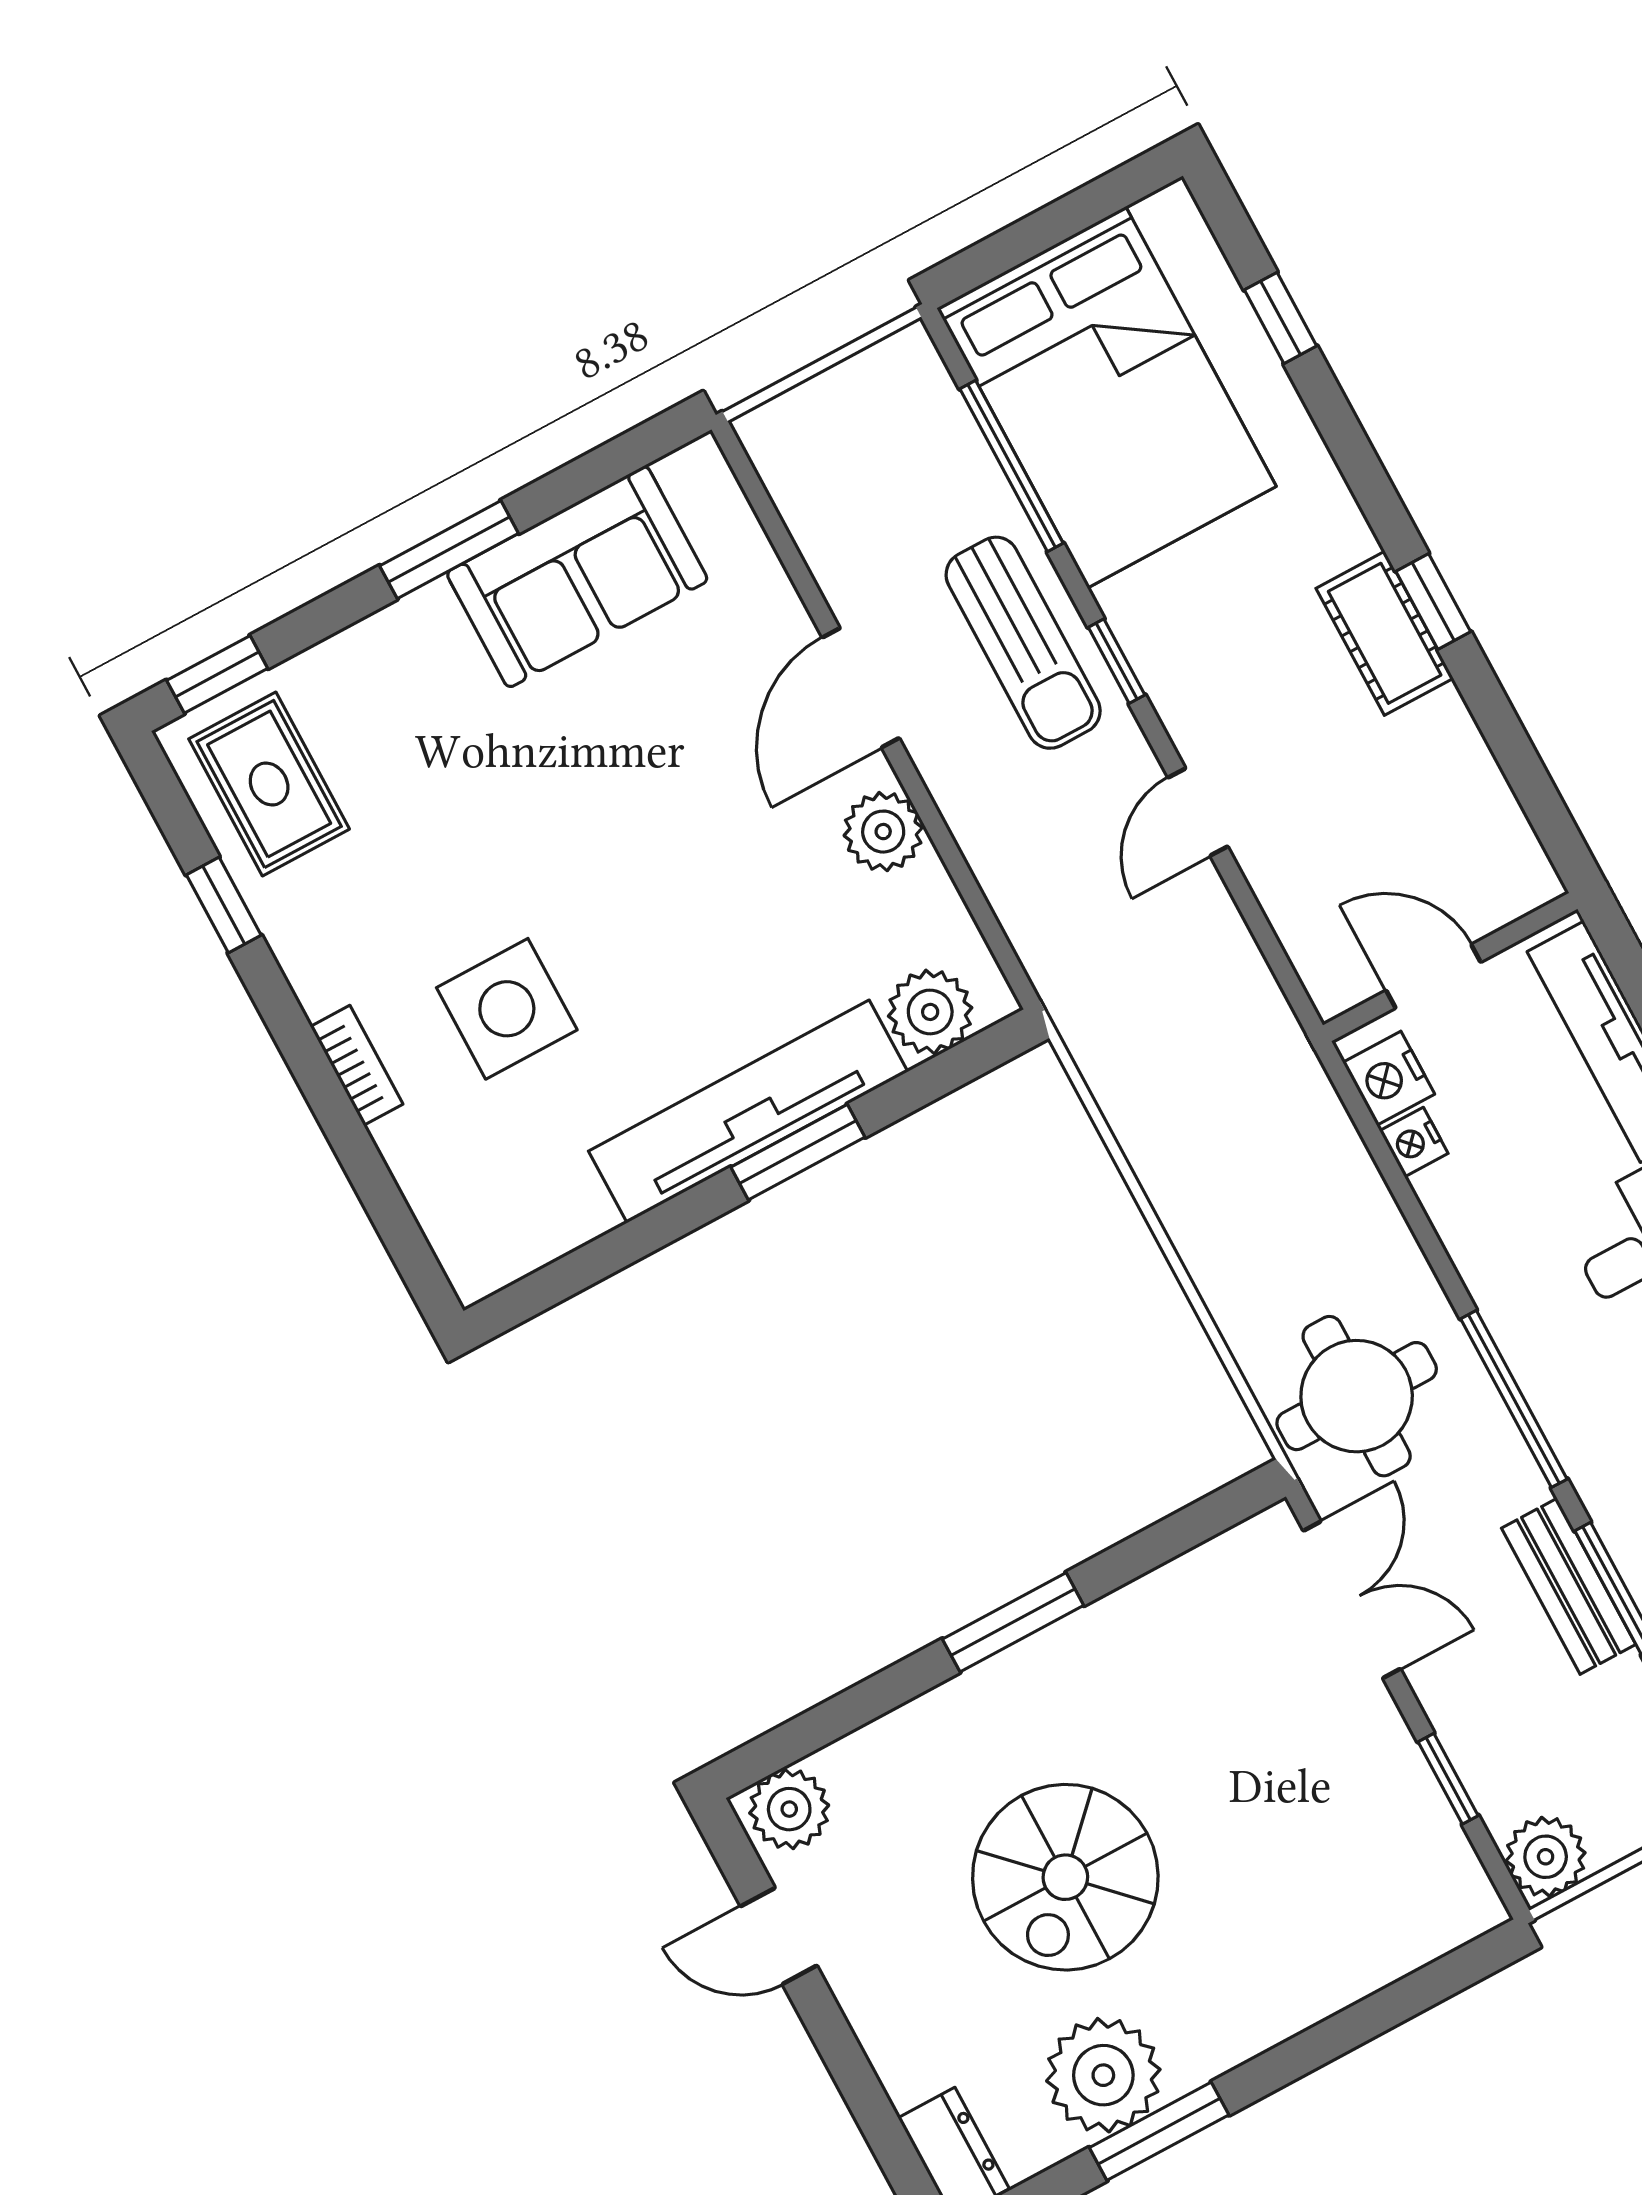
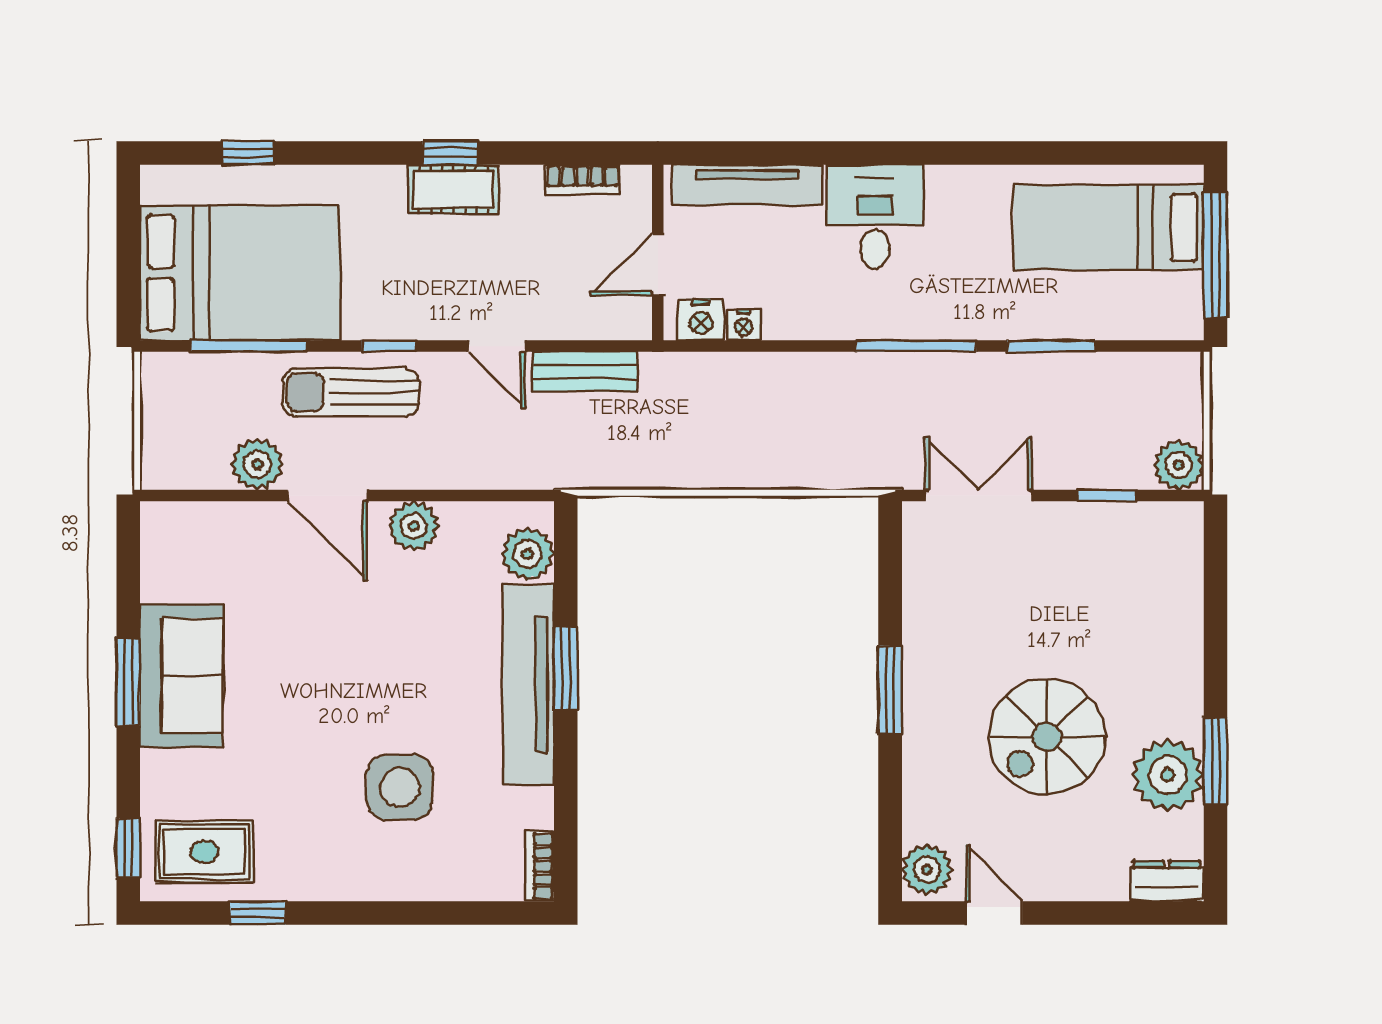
plant: (852, 566) -> (257, 464), added
sofa: (577, 577) -> (181, 676), moved
sun lounger: (1023, 643) -> (351, 392), turned 180
bookcase: (1495, 807) -> (582, 180), added
bookcase: (357, 1065) -> (540, 866), moved, turned -90
round table: (1357, 1396) -> (867, 432), removed
bench: (1569, 1586) -> (585, 372), moved
spiral stairs: (1065, 1877) -> (1047, 737), turned 90
door: (779, 1936) -> (994, 913), swing flipped

